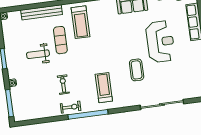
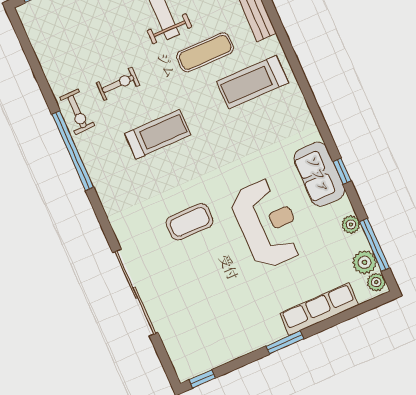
reception desk: (160, 42) -> (267, 223), moved, turned -90
treadmill: (104, 88) -> (158, 134), moved

